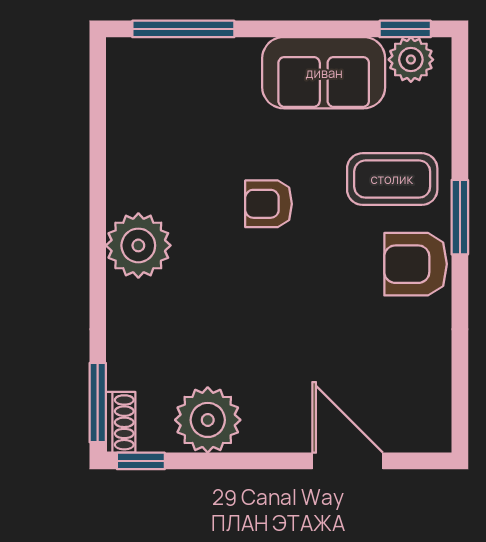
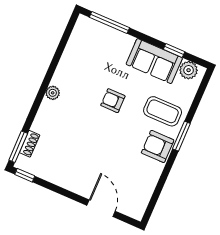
window: (405, 29) -> (174, 50), moved
plant: (138, 245) -> (53, 93), width x0.53, depth x0.53
plant: (208, 420) -> (56, 171), removed
shoe rack: (121, 422) -> (30, 144), moved

